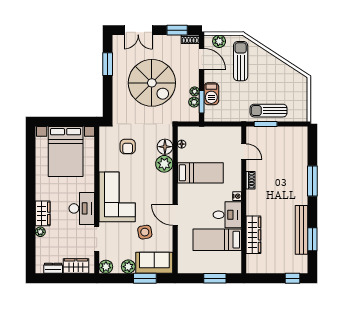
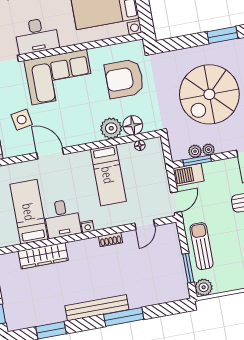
barbecue: (211, 94) -> (189, 175), moved
plant: (301, 115) -> (204, 287), added
door: (231, 124) -> (176, 202), added
window: (266, 124) -> (188, 268), moved
armchair: (128, 147) -> (124, 79), width x1.88, depth x1.88
door: (175, 215) -> (50, 153), hinge flipped
bench: (301, 230) -> (97, 308), moved

